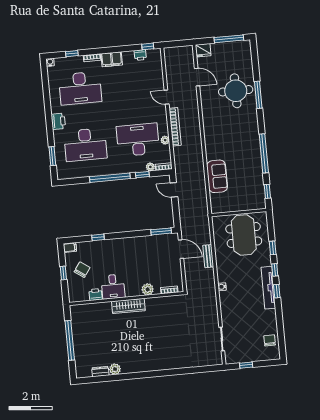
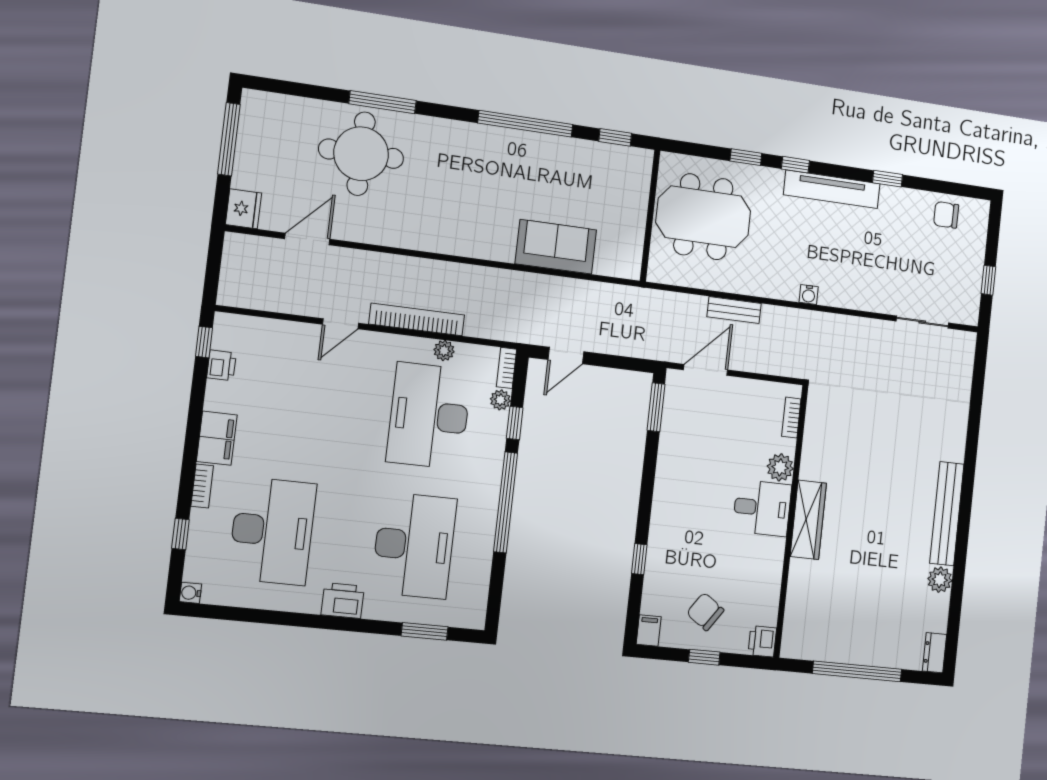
desk: (113, 287) -> (762, 508), moved
window: (277, 291) -> (887, 179), moved
printer: (95, 295) -> (762, 641), moved
bench: (143, 367) -> (947, 514), added
dresser: (100, 372) -> (934, 653), moved

